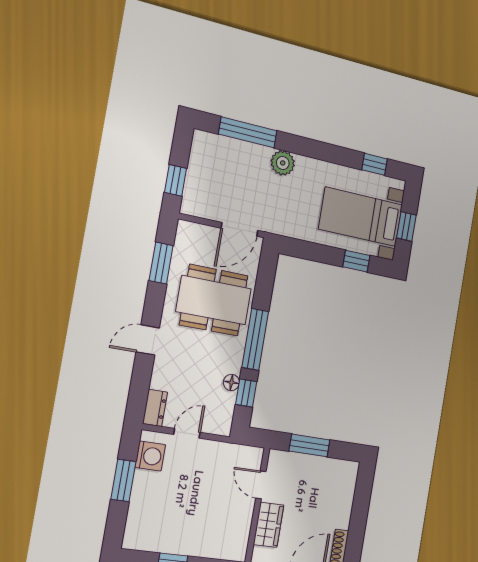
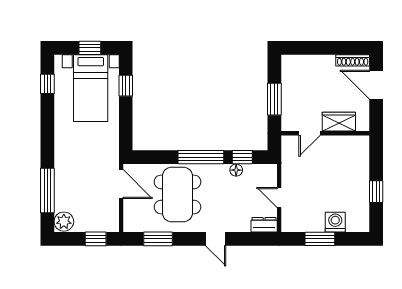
plant: (283, 163) -> (64, 222), moved
washing machine: (150, 456) -> (335, 222), moved

